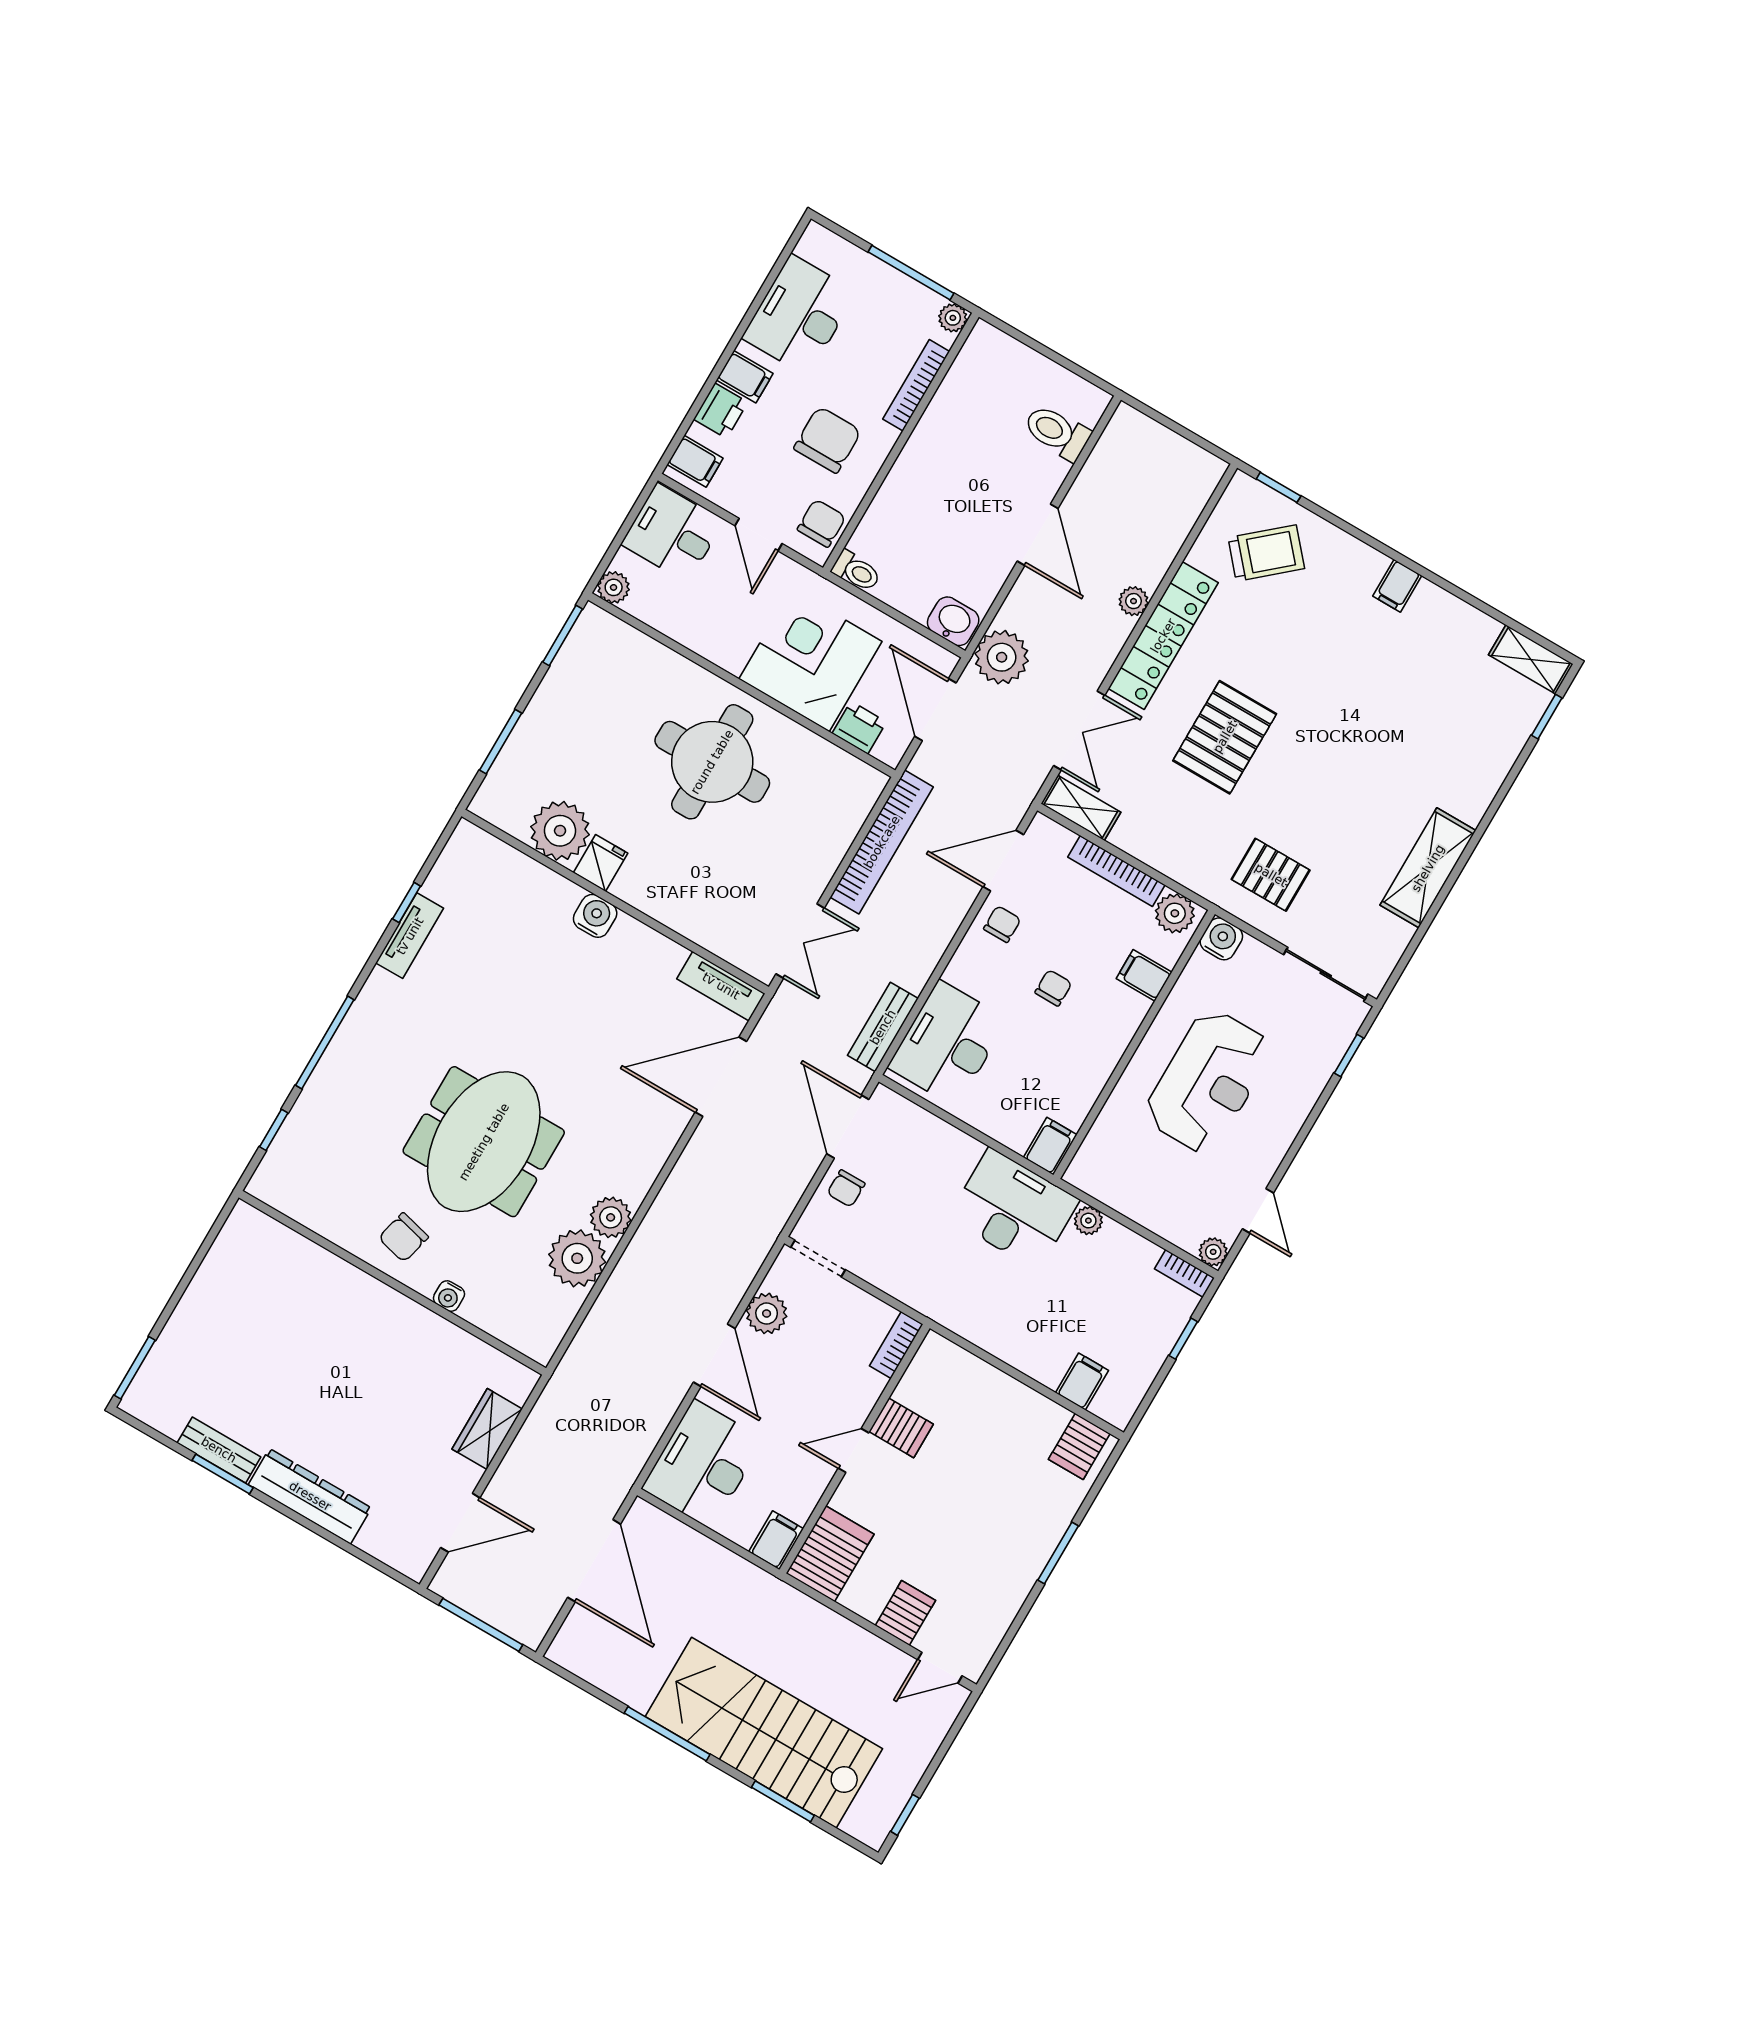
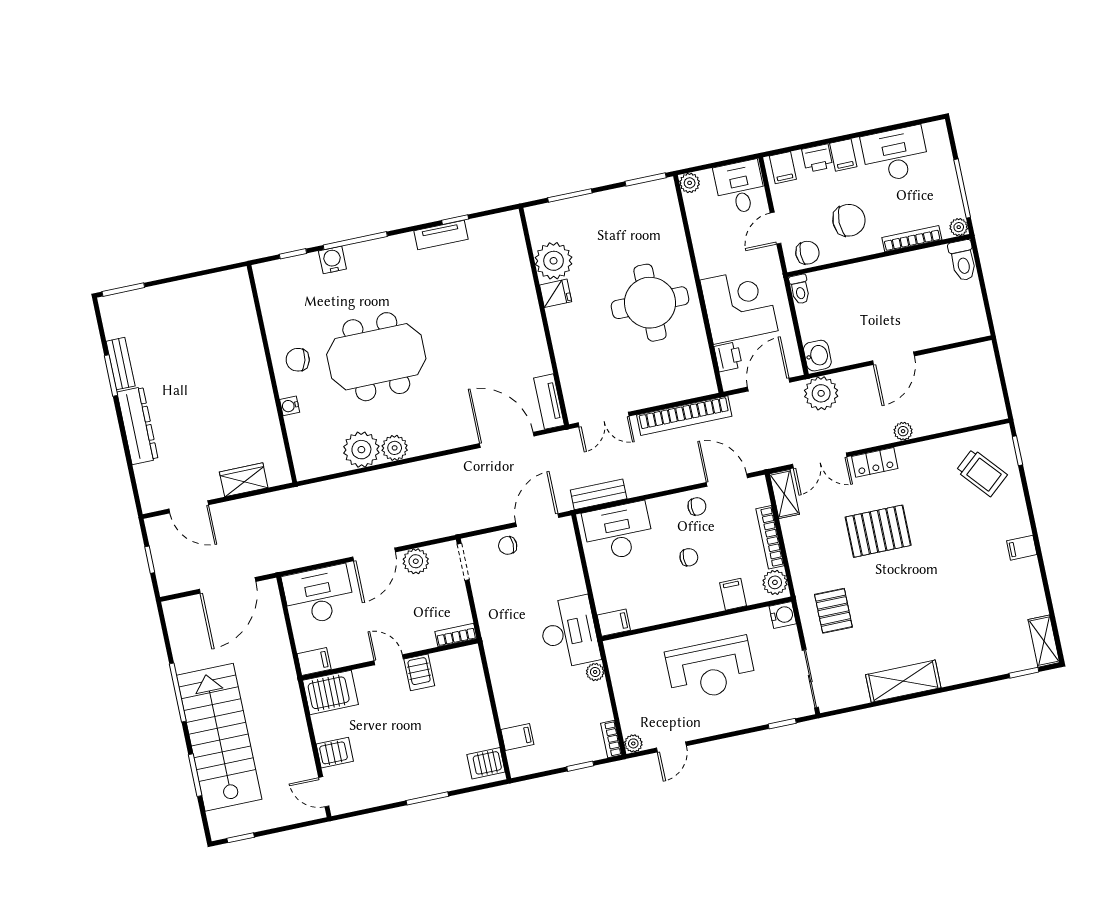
toilet: (1057, 432) -> (963, 260), moved, turned 180
locker: (1163, 636) -> (875, 462), width x0.46, depth x0.83
water cooler: (595, 916) -> (332, 260), moved, turned -90
window: (481, 1625) -> (150, 560), width x0.46

